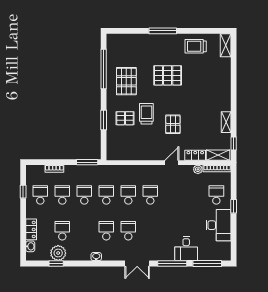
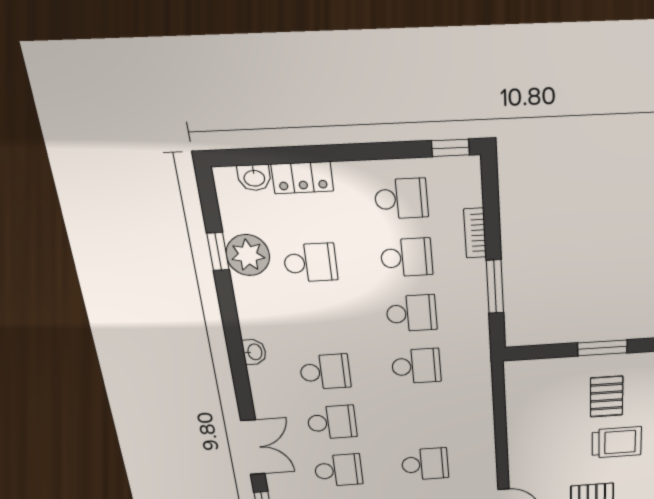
window: (87, 162) -> (495, 287), moved
window: (23, 192) -> (450, 148), moved
school desk: (128, 195) -> (338, 470), moved
double door: (137, 264) -> (253, 447), swing flipped

